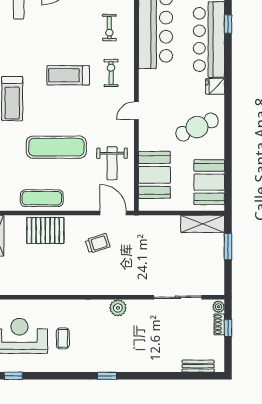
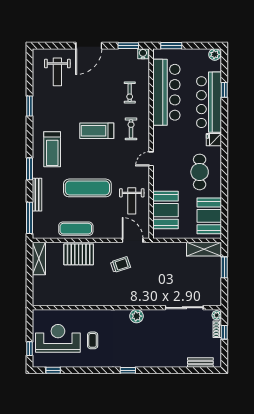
cafe table: (197, 127) -> (200, 172), turned -65

